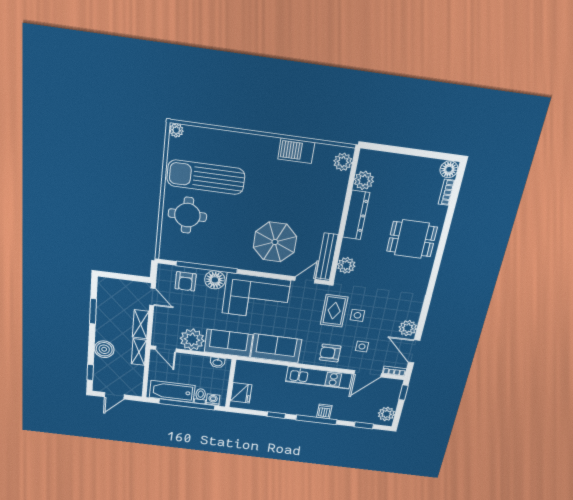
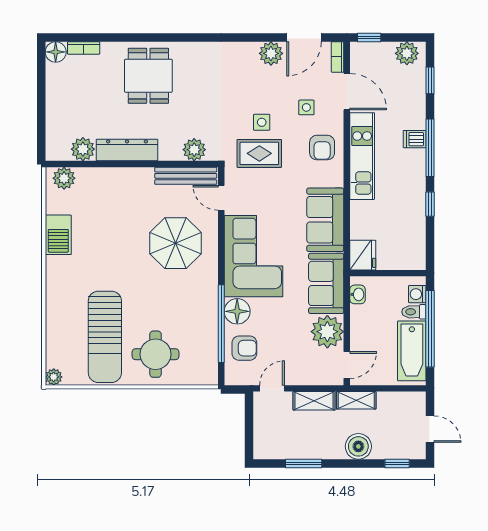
fridge: (241, 393) -> (363, 255), moved, turned 90

